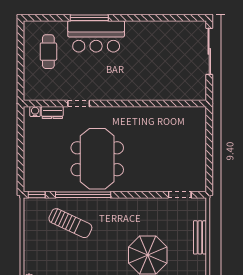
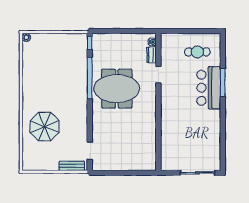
sun lounger: (70, 223) -> (68, 68), removed
bench: (200, 237) -> (72, 166), moved

